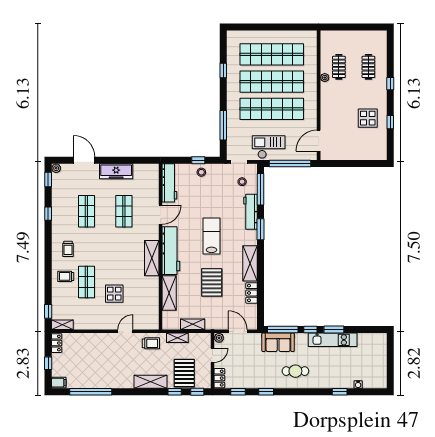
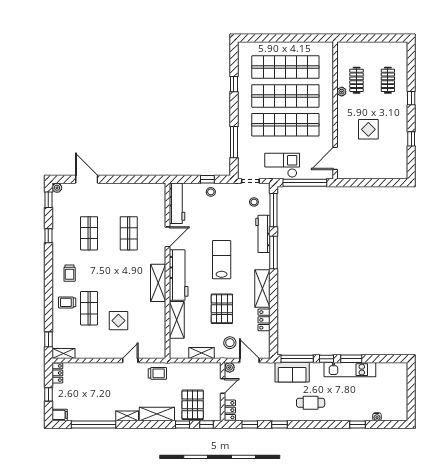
display table: (368, 118) -> (368, 129), moved
freezer: (116, 171) -> (121, 191), removed
window: (260, 229) -> (273, 253), width x1.44
stool: (219, 314) -> (230, 343), added
shelving: (177, 338) -> (127, 416), moved

